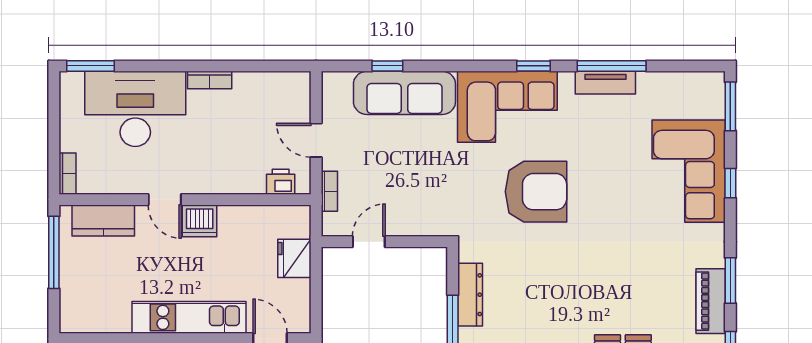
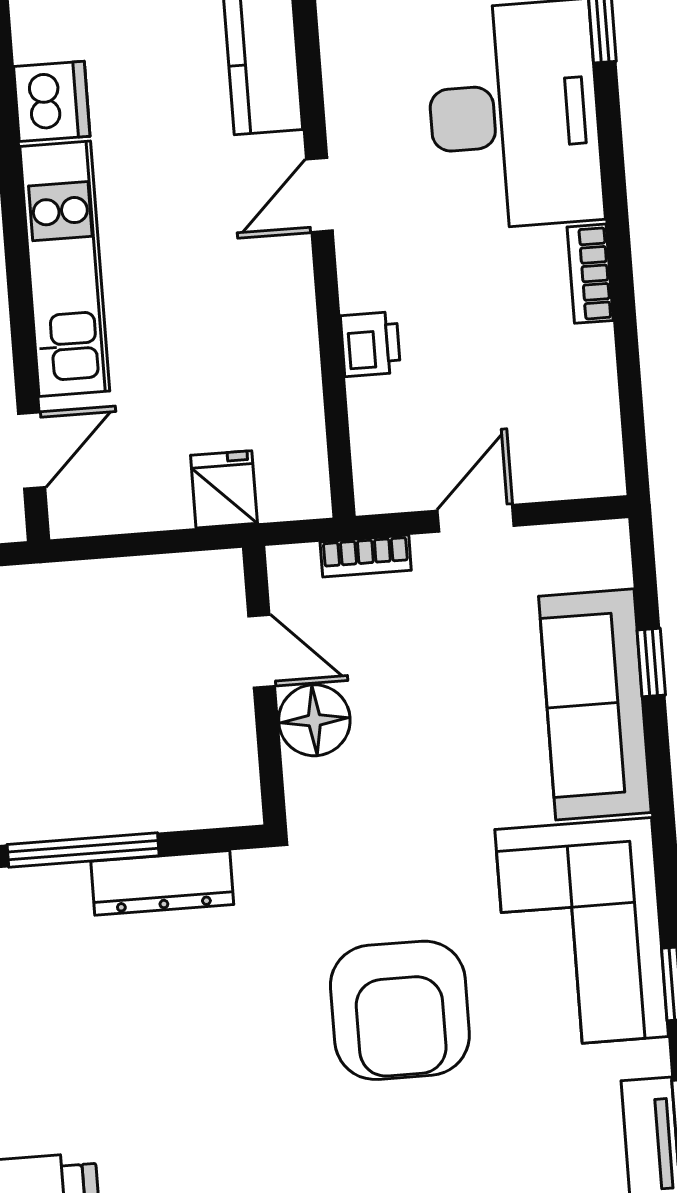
printer: (281, 182) -> (370, 344), moved
floor lamp: (402, 220) -> (314, 720), added
dishwasher: (200, 221) -> (52, 101), moved, turned 180
fridge: (294, 258) -> (224, 489), width x0.72

